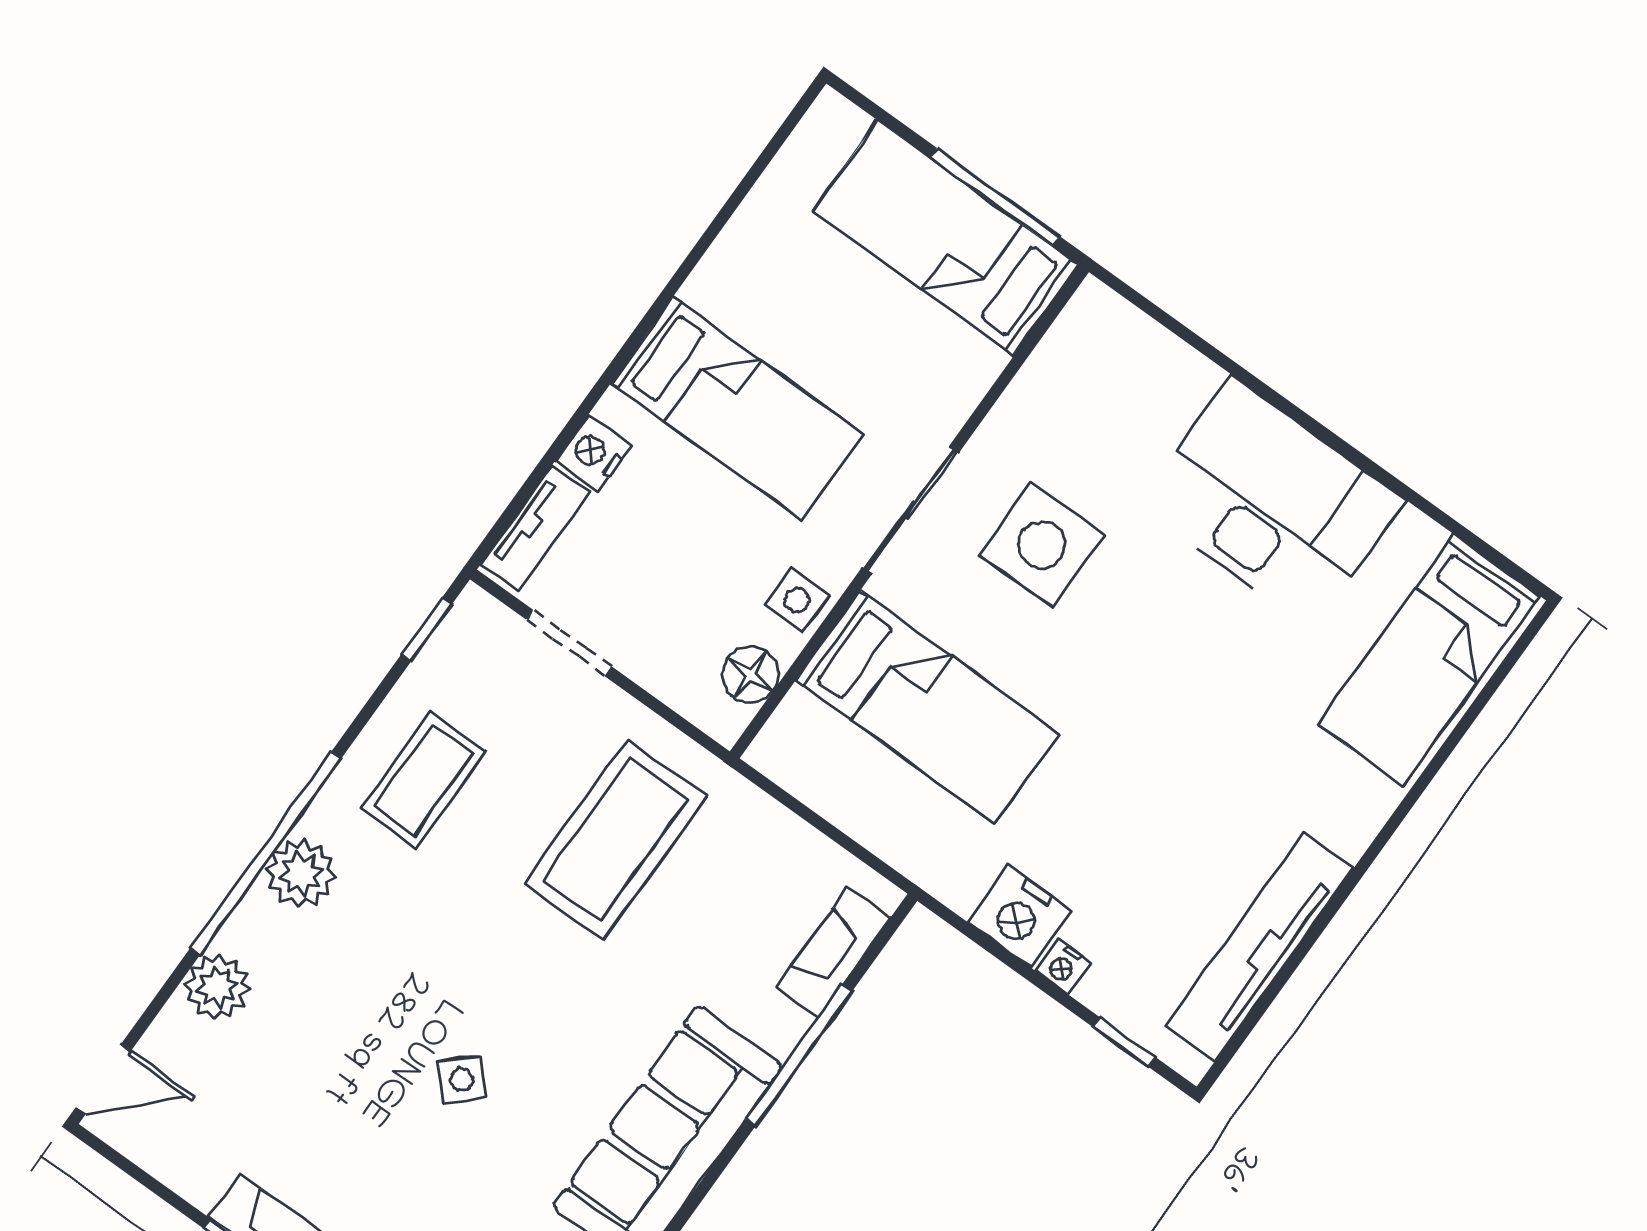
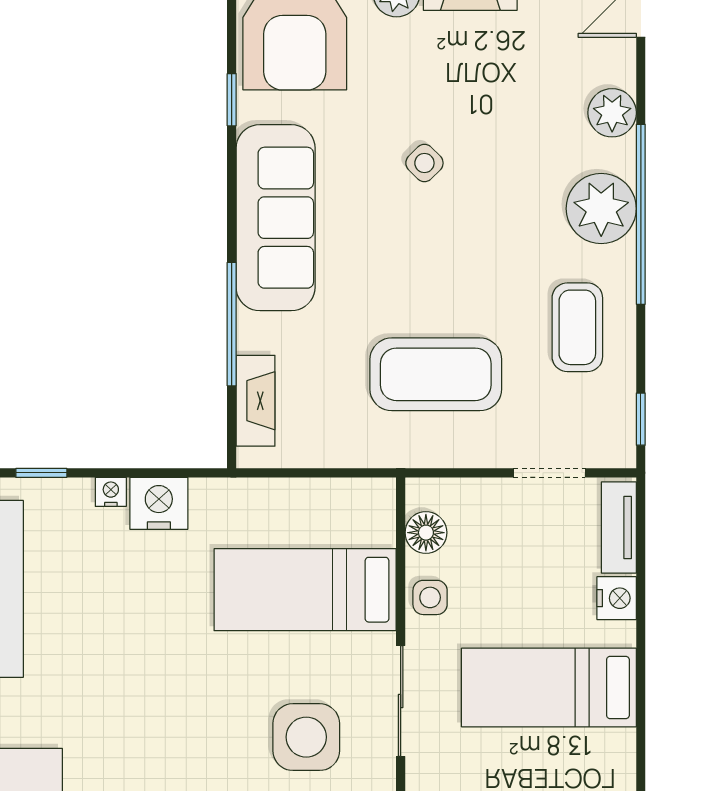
coffee table: (615, 840) -> (436, 374), turned 90
plant: (301, 873) -> (601, 209), width x1.36, depth x1.36

